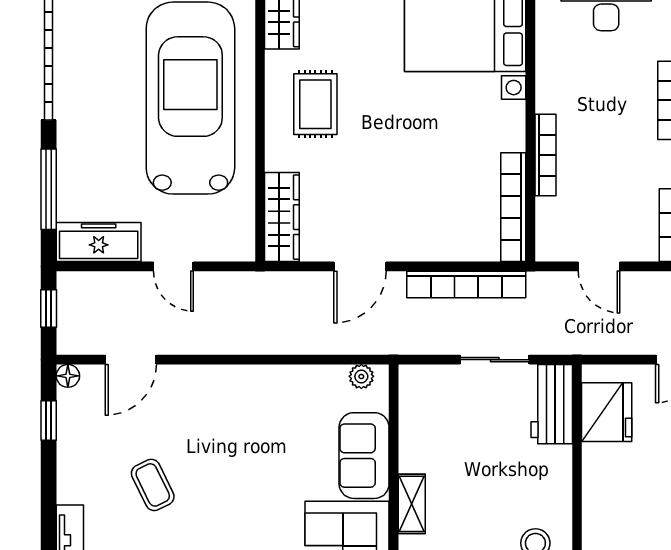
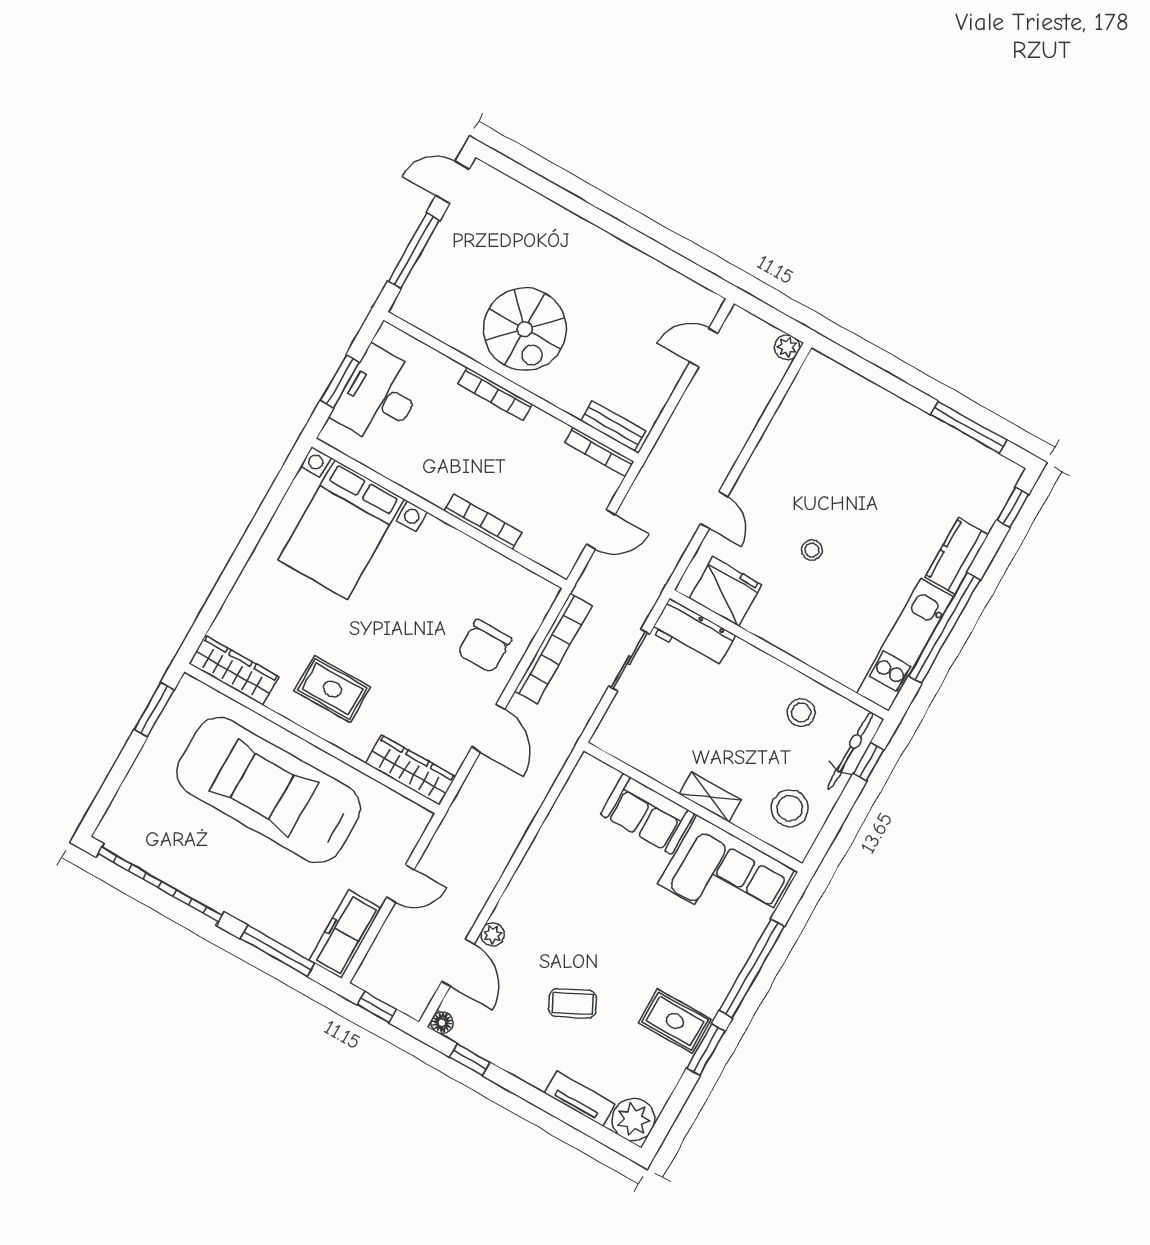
bookcase: (513, 207) -> (511, 573), removed
chair: (433, 221) -> (485, 646), added
plant: (361, 376) -> (493, 934), moved

